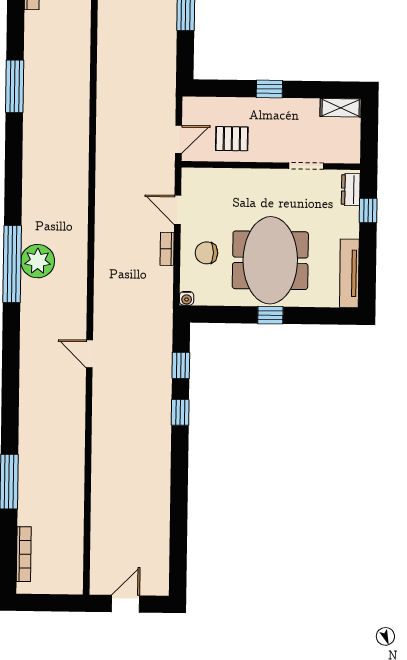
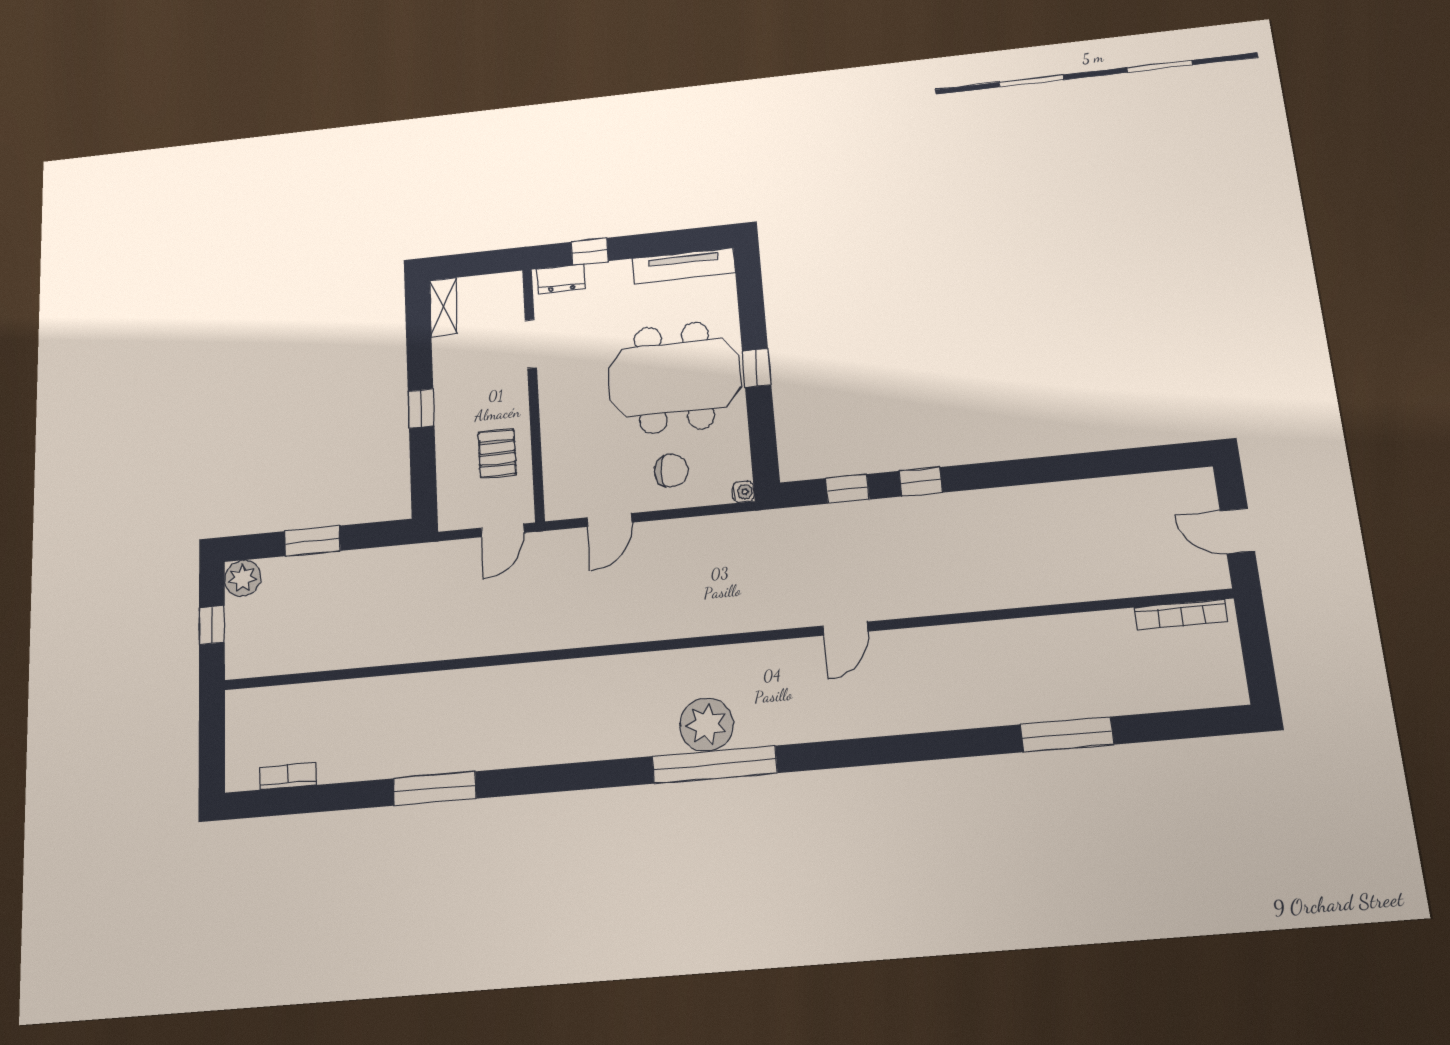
door: (179, 139) -> (503, 530), swing flipped
bookcase: (167, 249) -> (670, 529), removed
chair: (206, 253) -> (671, 471), turned -90
bookcase: (24, 554) -> (1181, 614), moved, turned 180

